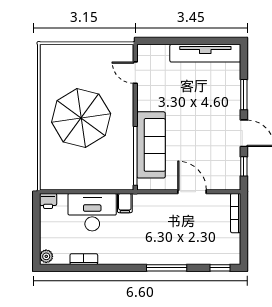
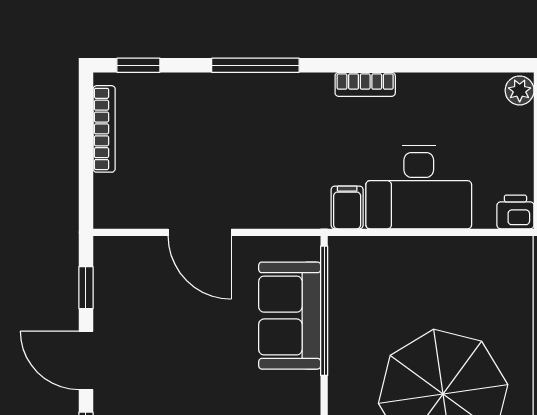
sofa: (151, 145) -> (290, 316), width x0.73
bookcase: (236, 213) -> (104, 129), moved
bookcase: (84, 259) -> (365, 84), moved

